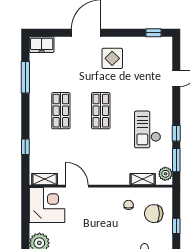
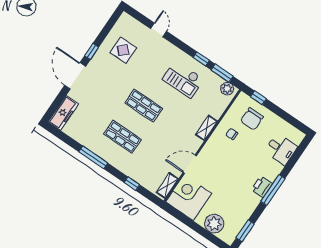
window: (154, 33) -> (92, 52), moved
freezer: (42, 45) -> (63, 113), width x1.40
display table: (112, 58) -> (123, 50), moved
window: (25, 77) -> (93, 157), moved
shelving: (143, 179) -> (207, 128), moved
window: (176, 226) -> (258, 98), moved

